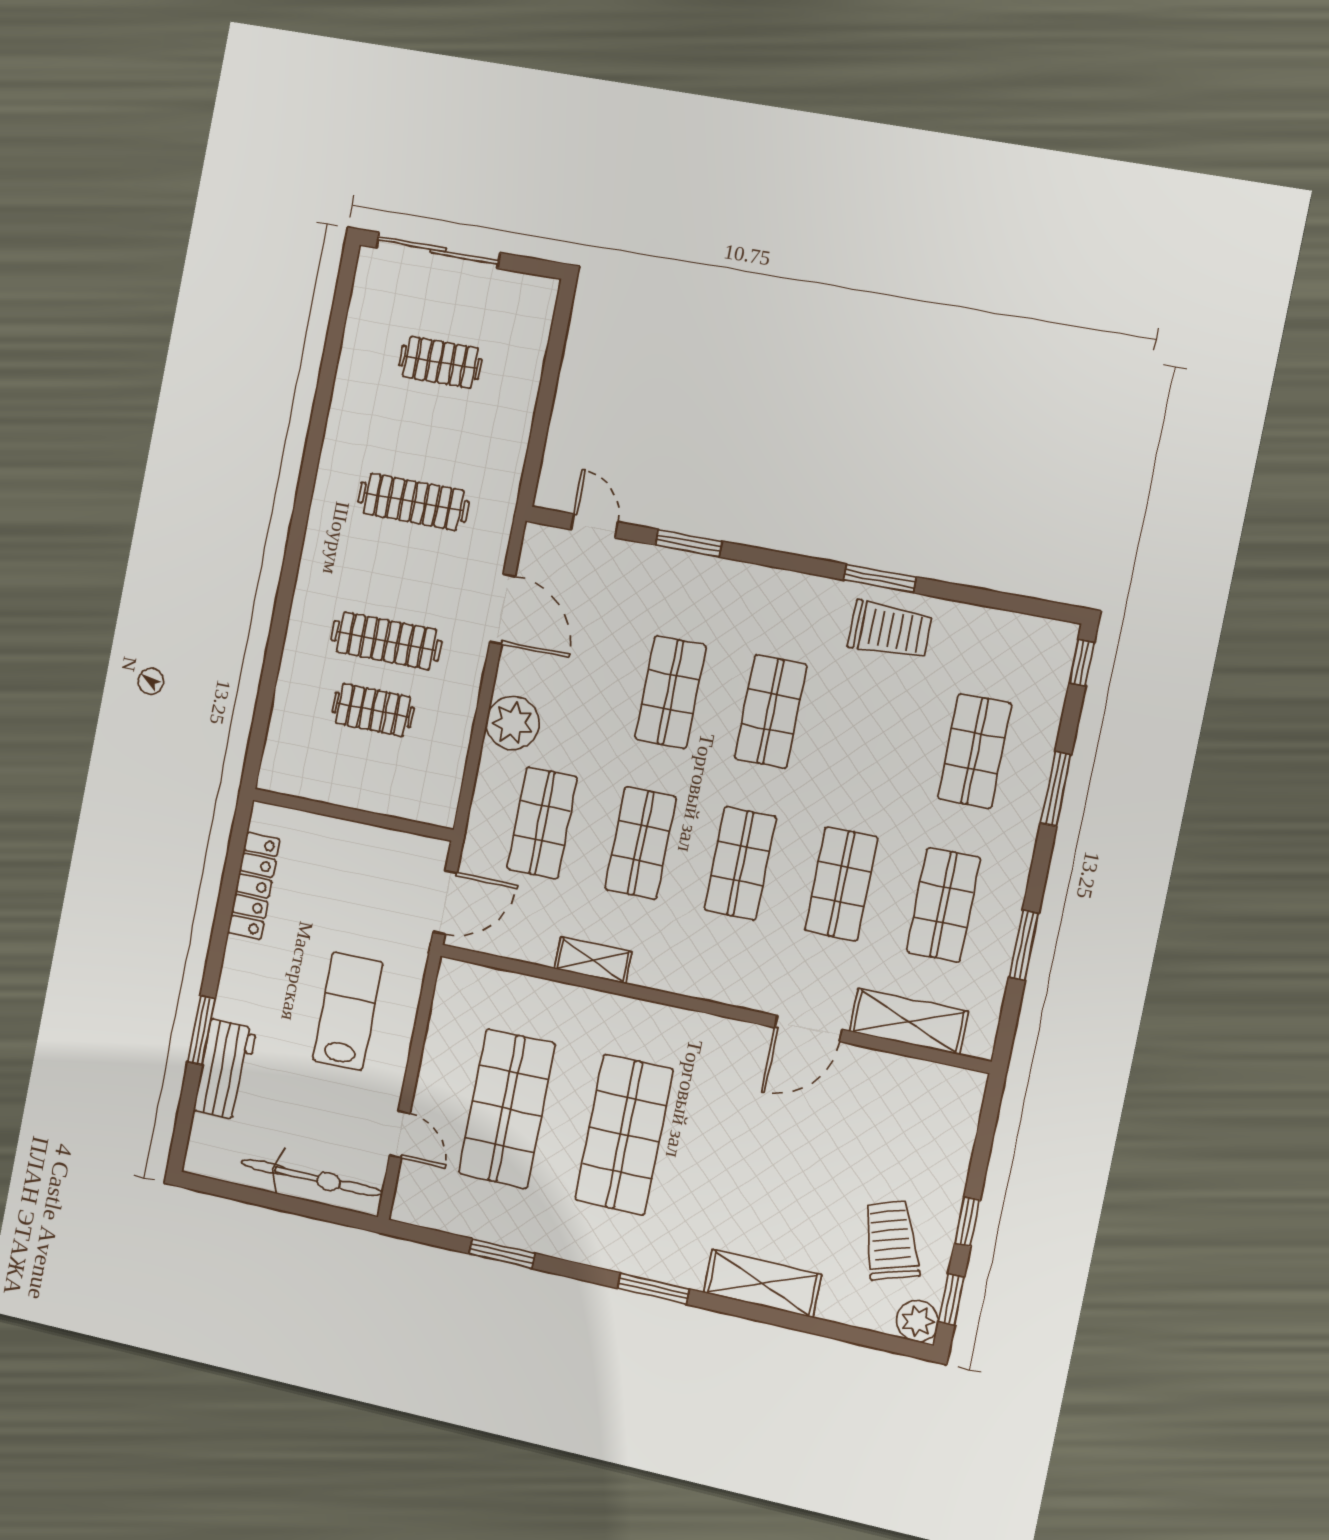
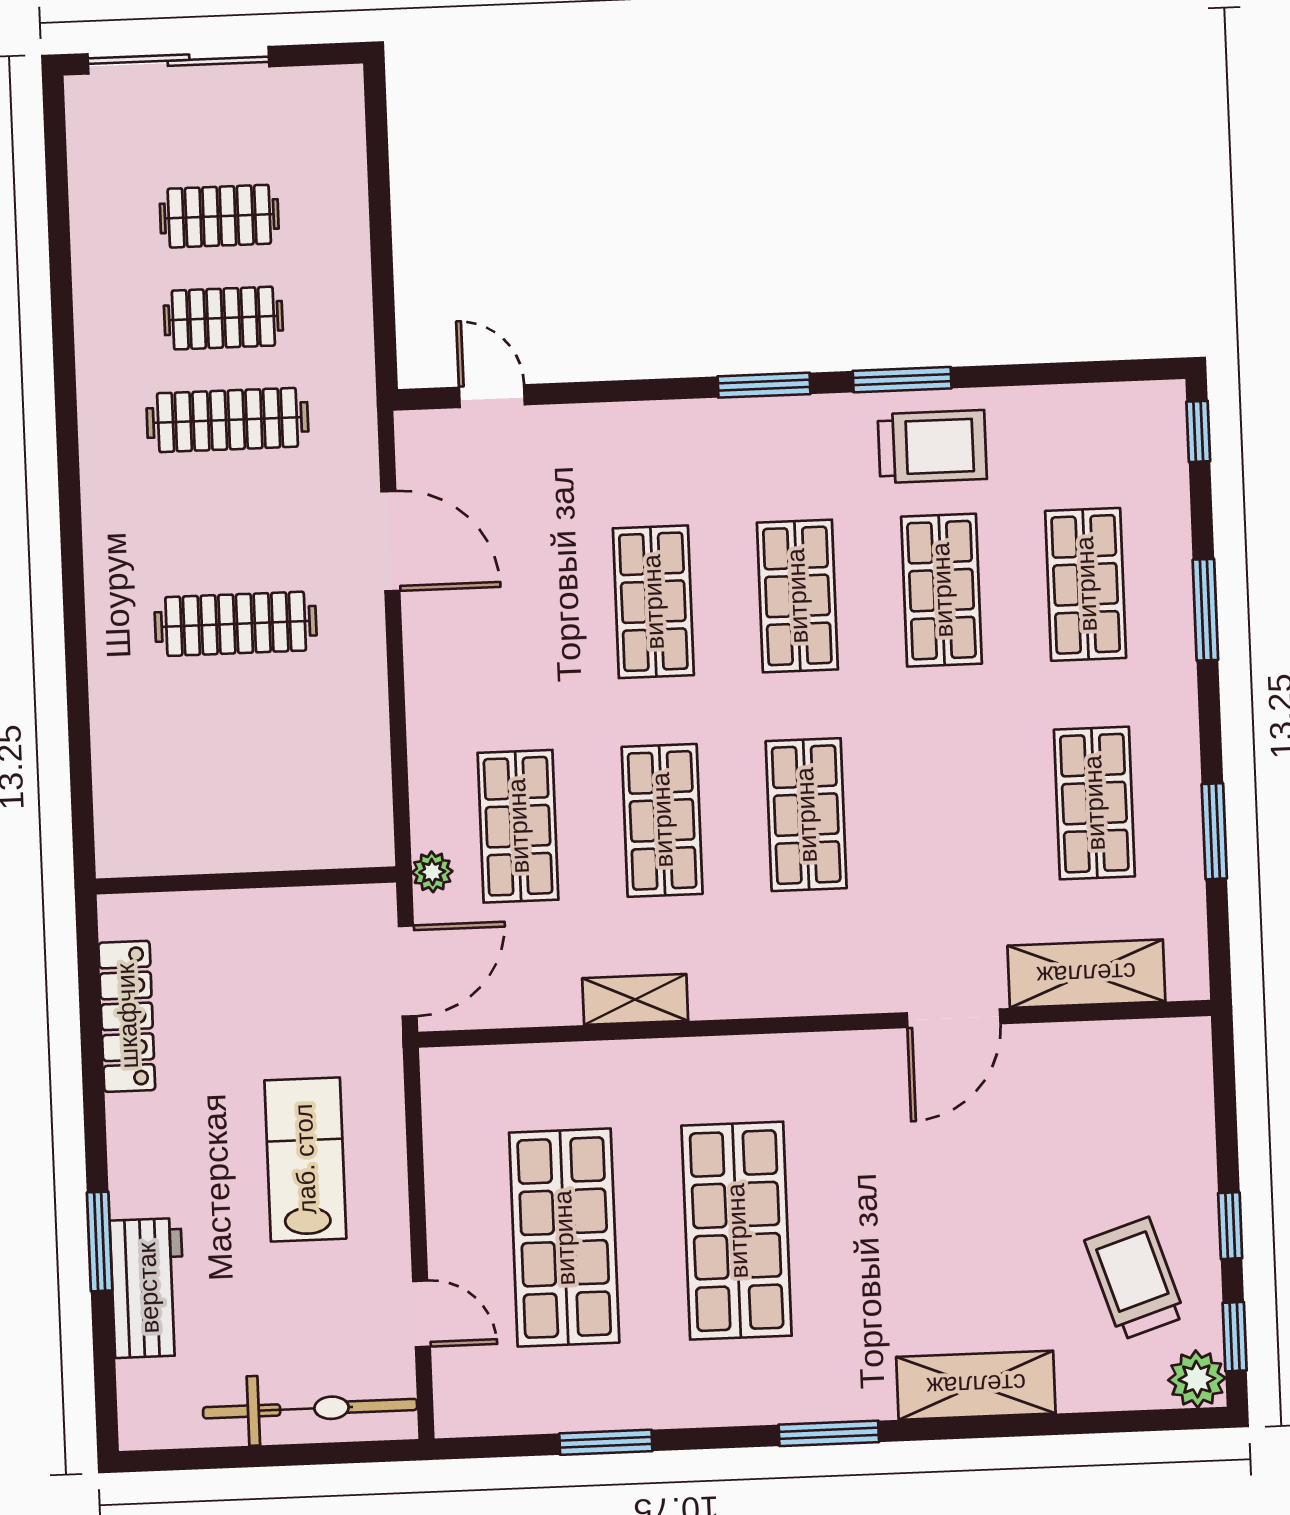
window: (689, 543) -> (764, 385), moved
clothes rail: (373, 710) -> (223, 318), moved
plant: (513, 723) -> (432, 872), moved, width x0.53, depth x0.53
shop shelf: (841, 884) -> (942, 590), moved

